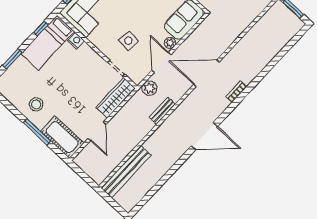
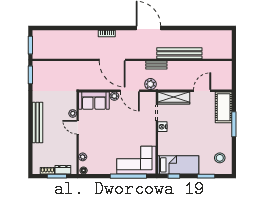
nightstand: (76, 41) -> (162, 127), moved
side table: (128, 41) -> (135, 121), removed
door: (161, 62) -> (130, 91), hinge flipped
stool: (36, 104) -> (220, 158), moved
bench: (126, 172) -> (179, 53), moved

